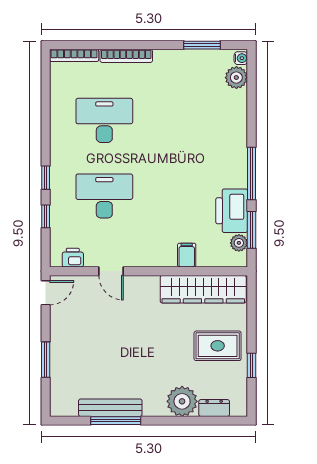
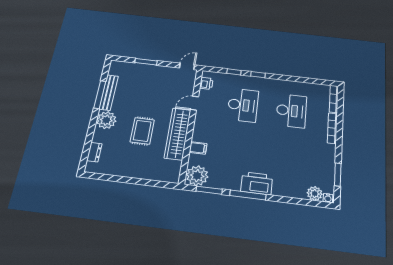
printer: (232, 211) -> (257, 183), moved
plant: (239, 243) -> (197, 176), width x1.88, depth x1.88
wardrobe: (203, 289) -> (178, 134), moved
door: (46, 293) -> (187, 66), swing flipped
rug: (218, 346) -> (142, 131), moved
window: (251, 365) -> (117, 179), removed
plant: (182, 401) -> (106, 120), moved

